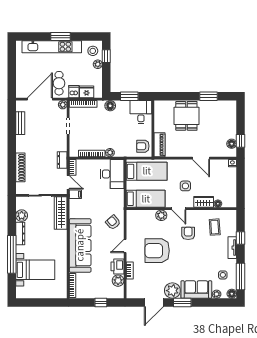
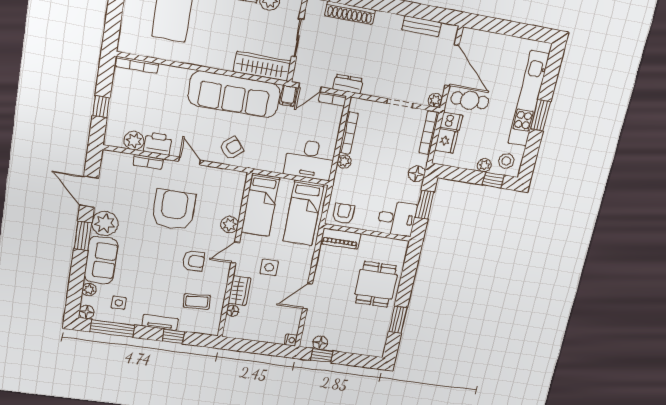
dining table: (186, 116) -> (376, 284), turned 90
sofa: (80, 245) -> (234, 94), moved

